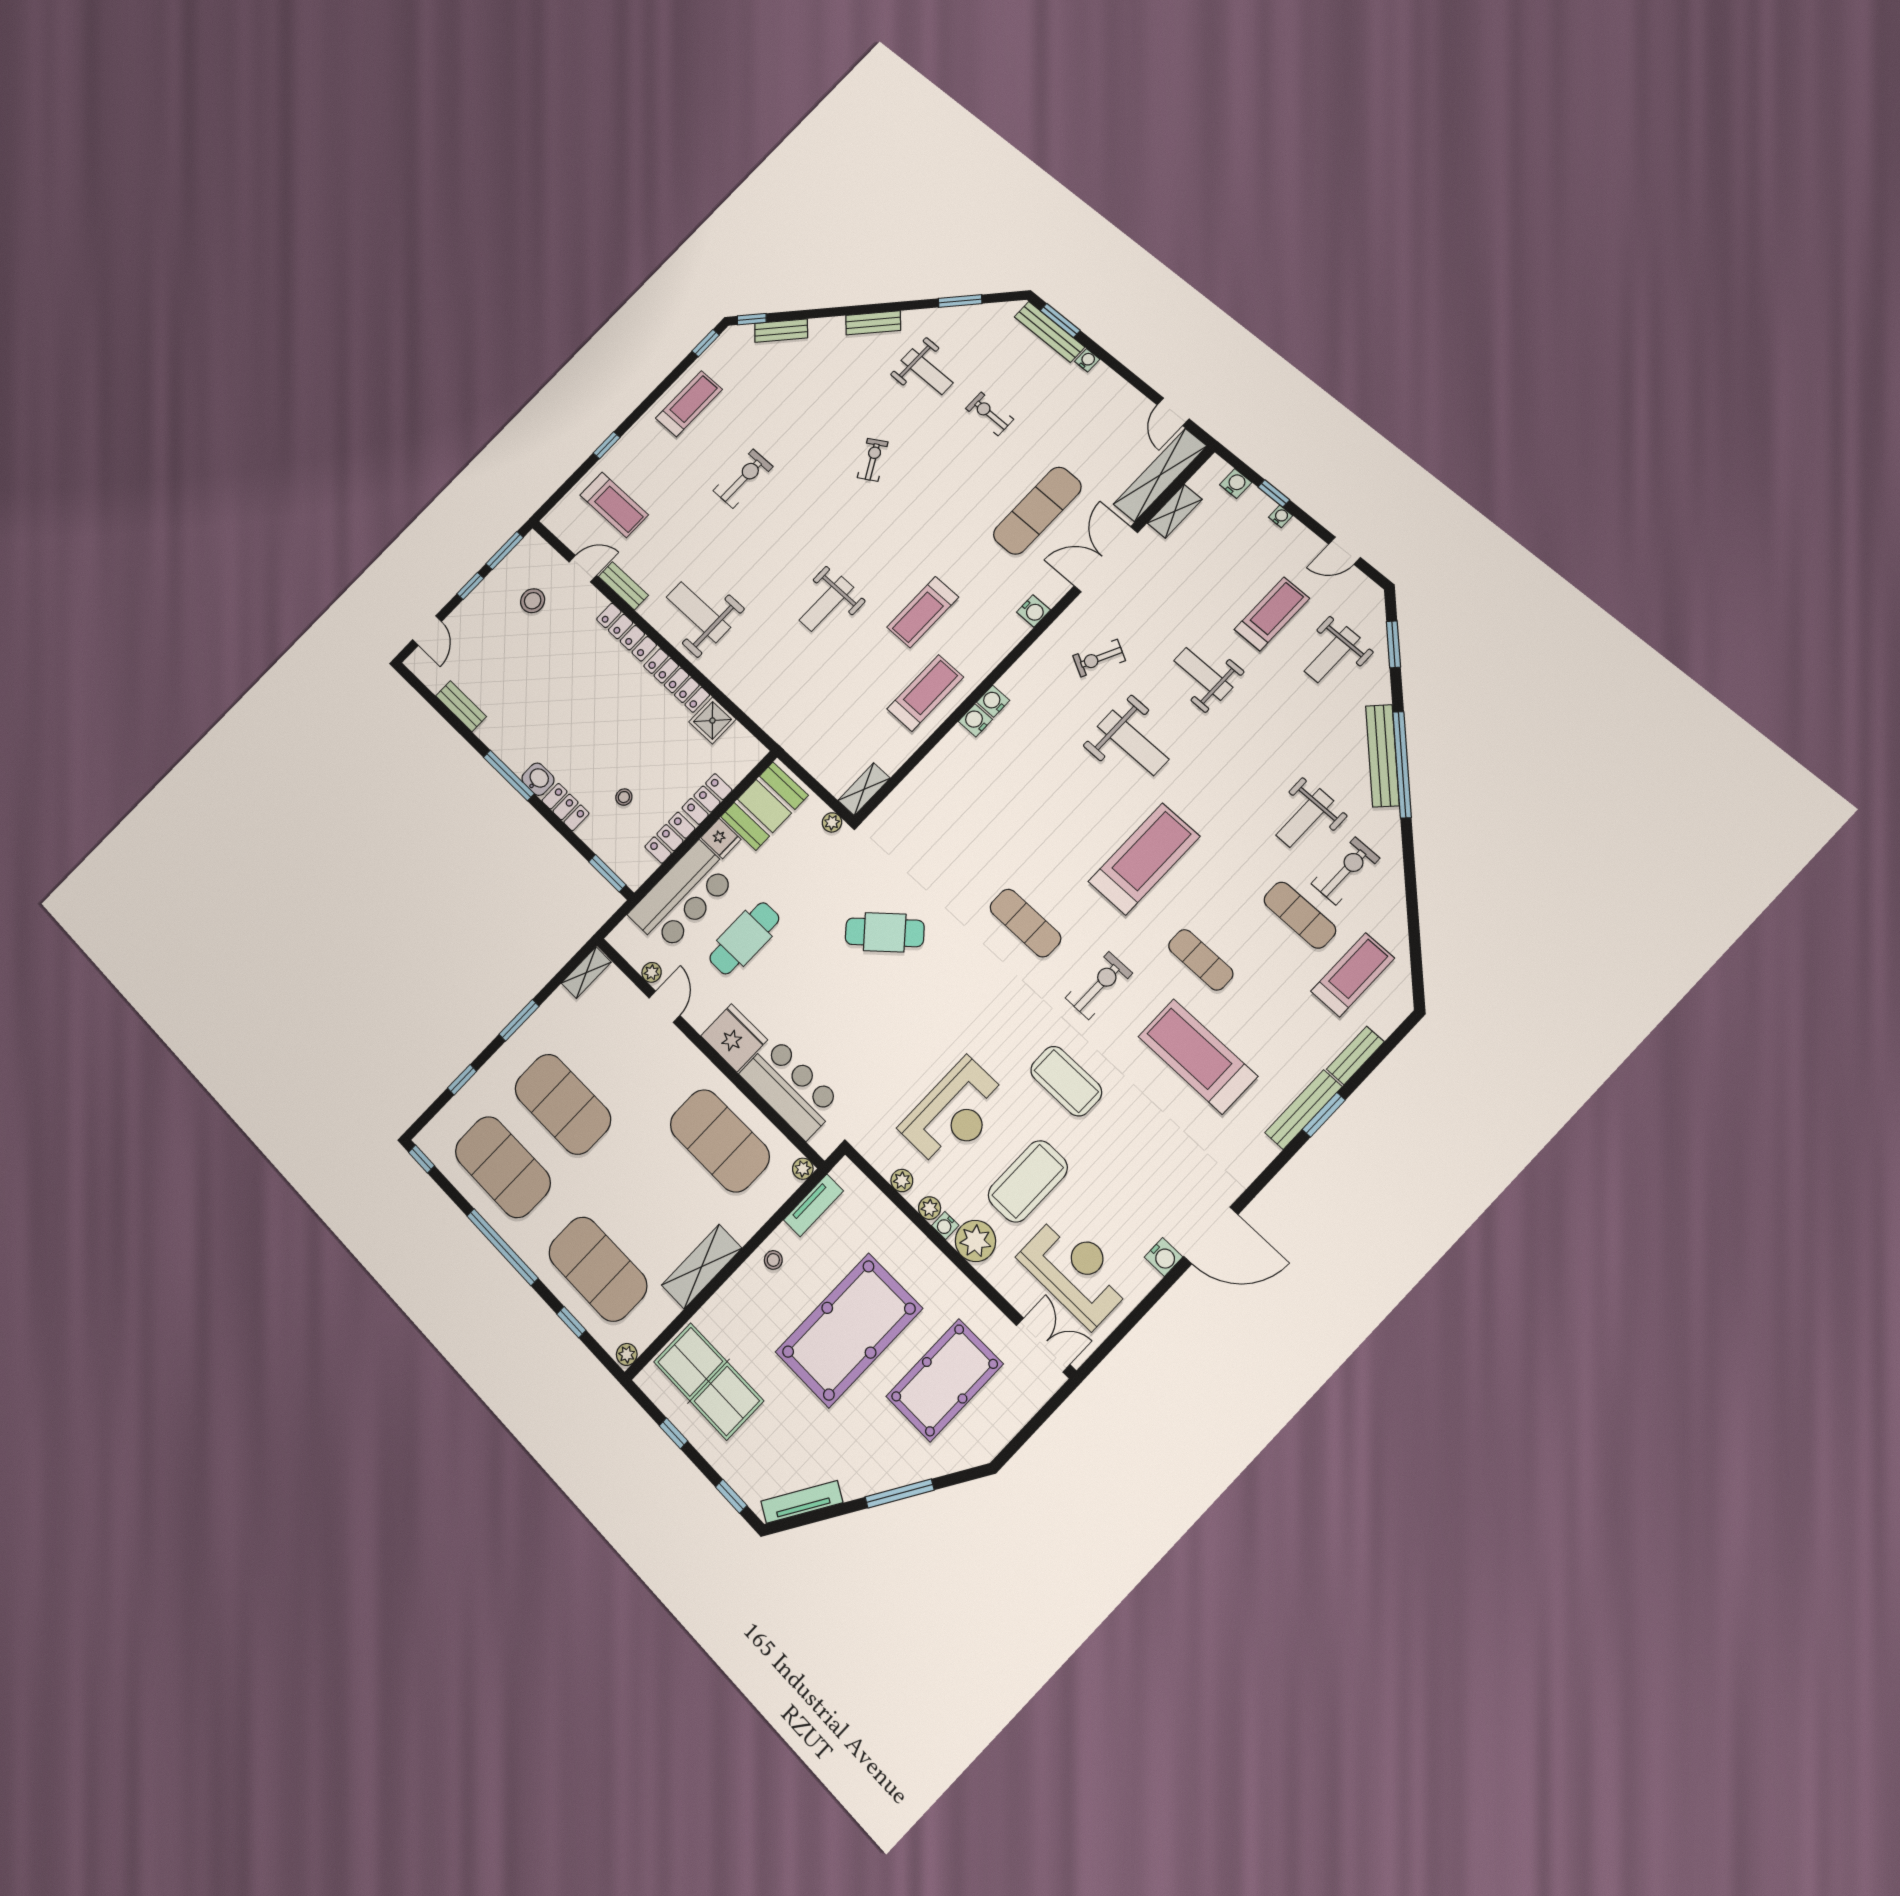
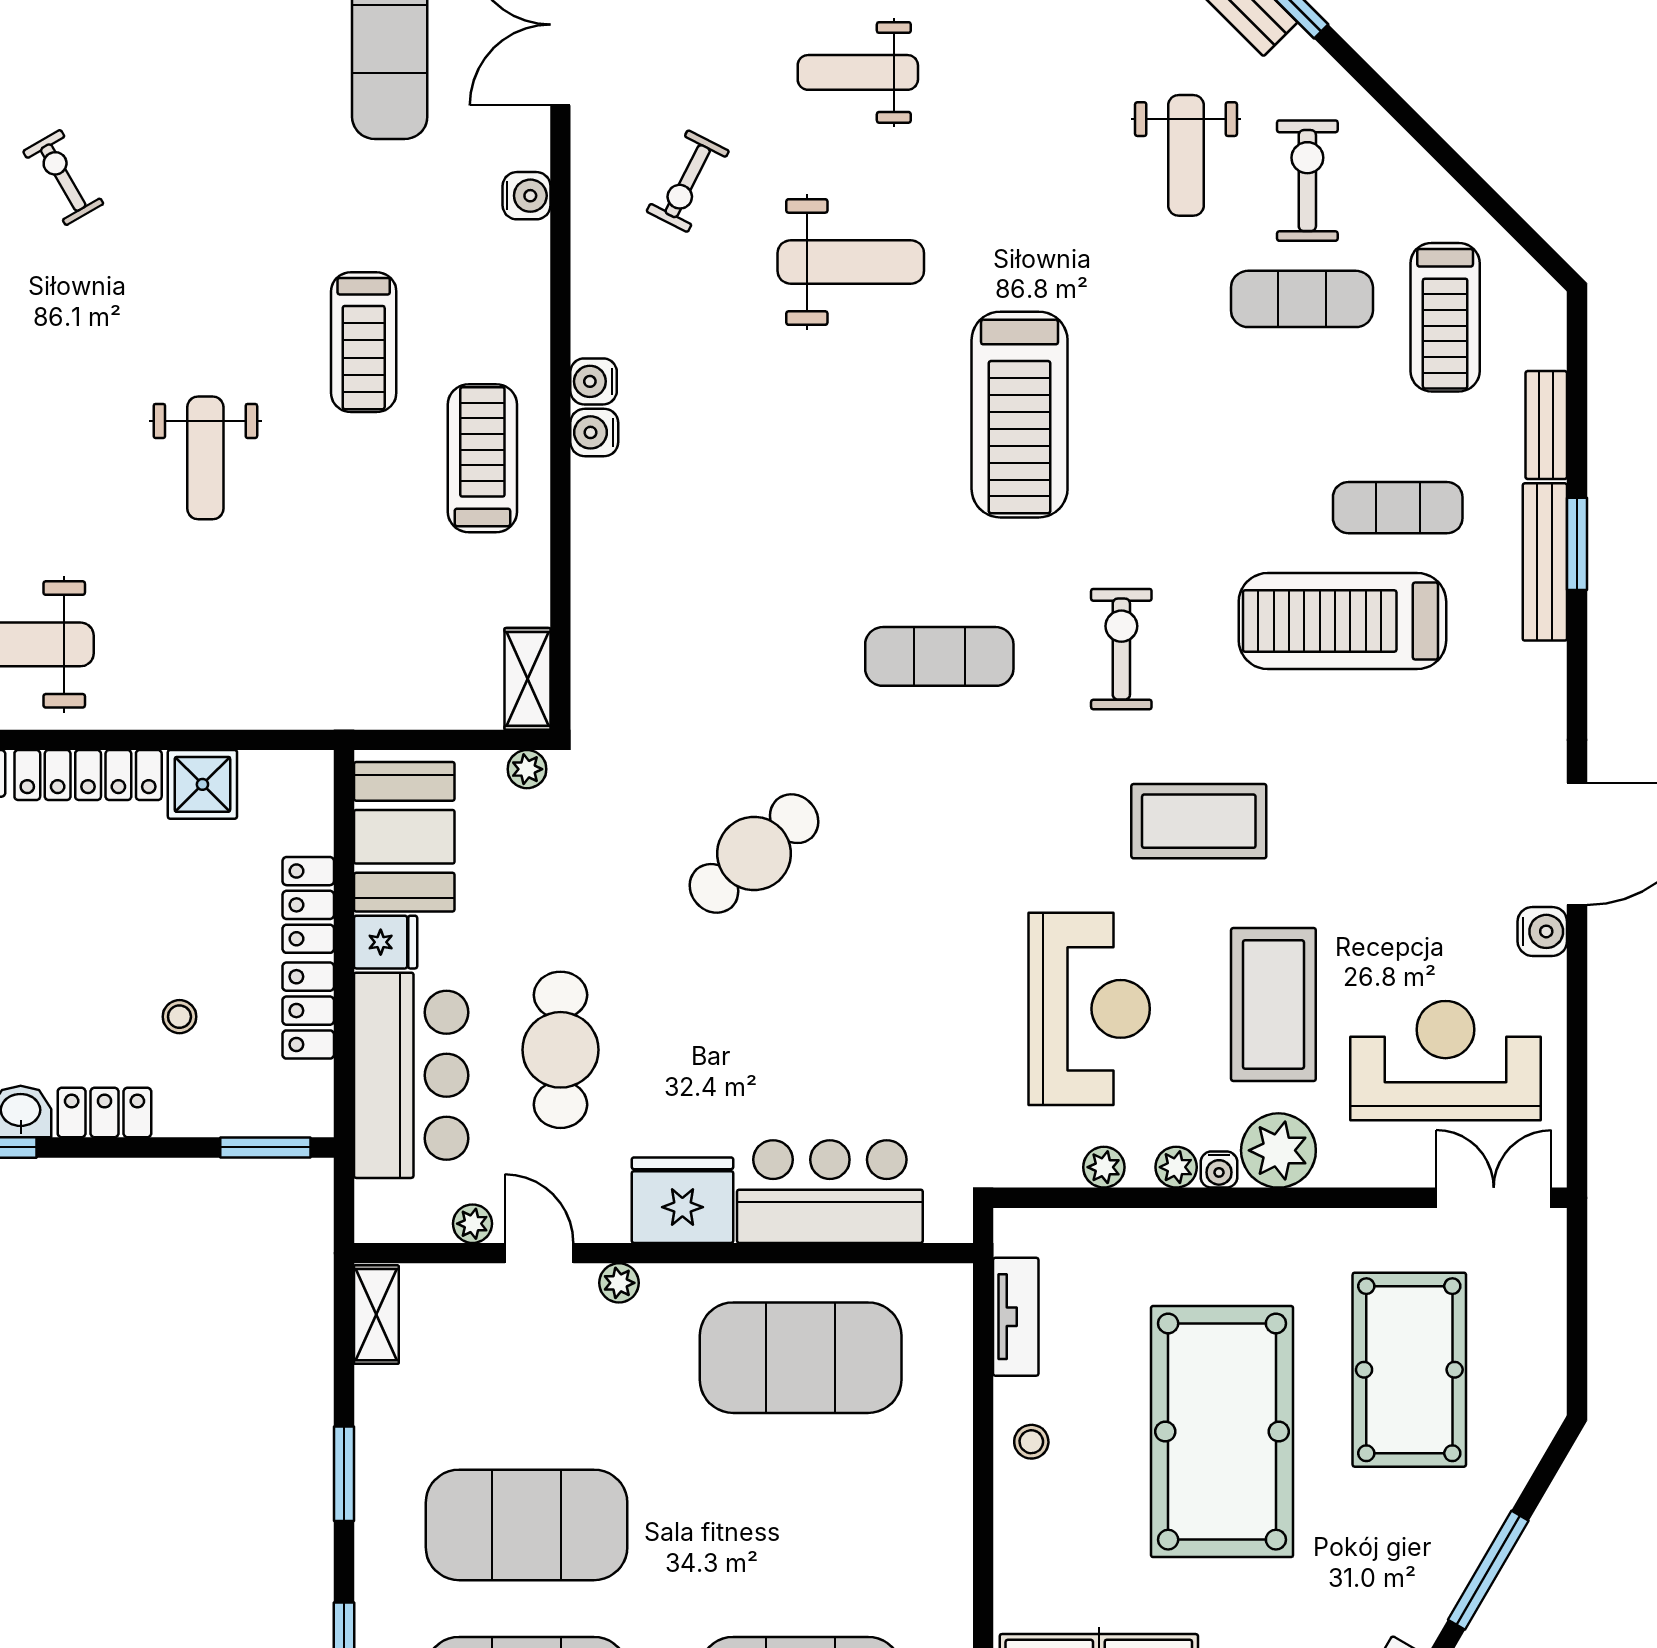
treadmill: (1144, 859) -> (1020, 415), turned 180
exercise mat: (1201, 960) -> (1398, 508), moved
treadmill: (1353, 975) -> (1445, 317), turned 180
plant: (803, 1169) -> (619, 1283), moved
shelving: (702, 1267) -> (942, 1547), removed

